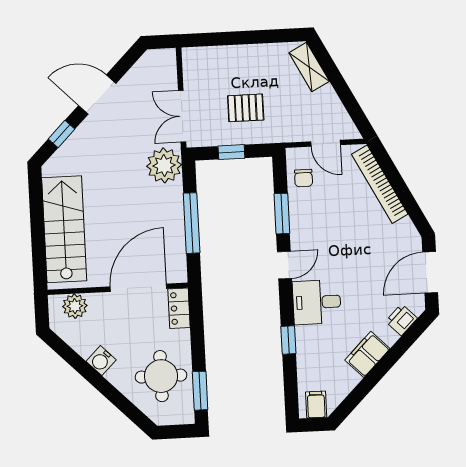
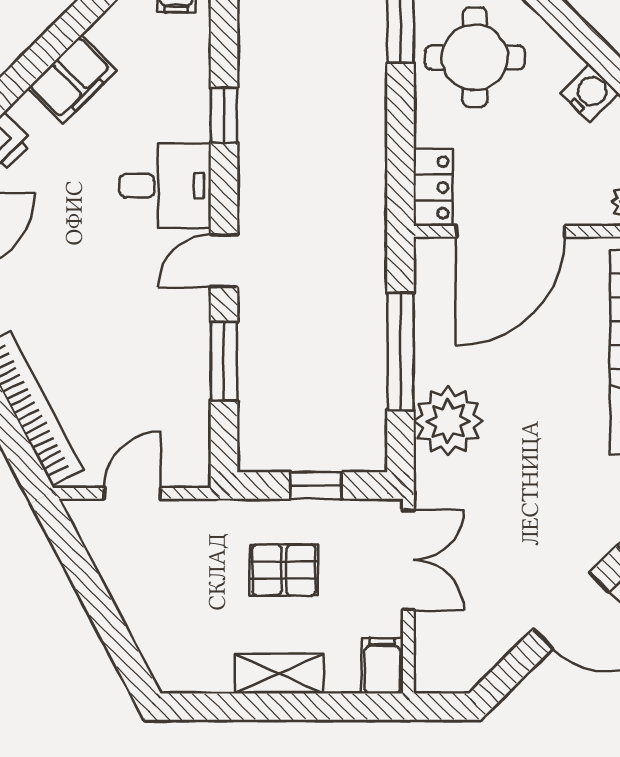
filing cabinet: (193, 61) -> (382, 666), added
shelving: (309, 67) -> (279, 674), moved, turned -62
door: (326, 143) -> (132, 493), hinge flipped
plant: (164, 165) -> (448, 421), moved
chair: (304, 178) -> (179, 428), removed

